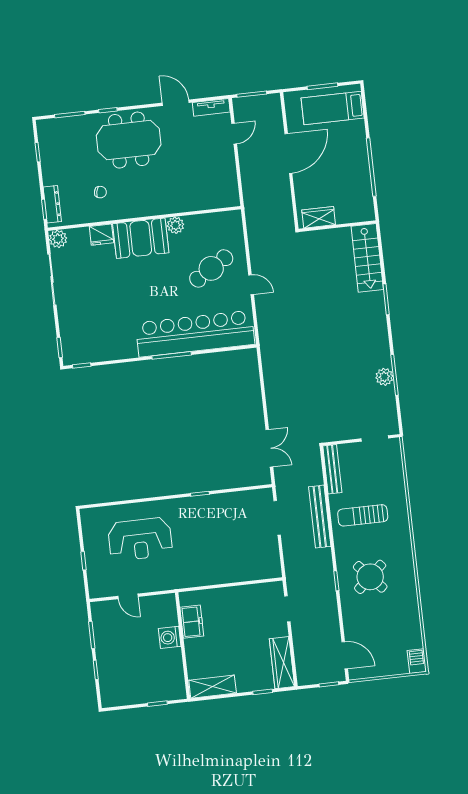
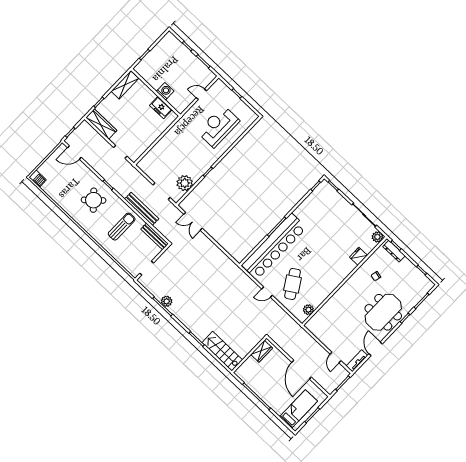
door: (176, 103) -> (376, 349), swing flipped
plant: (176, 225) -> (308, 310), moved
booth: (141, 238) -> (338, 270), removed
plant: (240, 504) -> (185, 183), added

